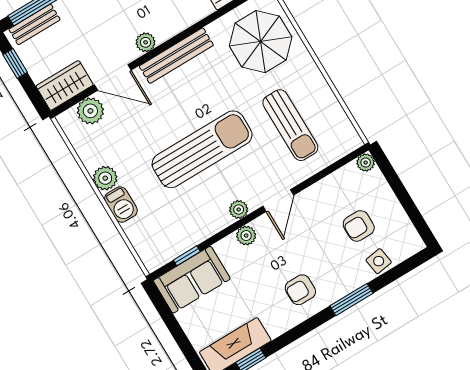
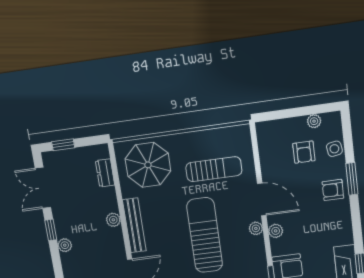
plant: (146, 42) -> (113, 220), moved
plant: (366, 163) -> (314, 121), moved
door: (278, 201) -> (262, 199), width x1.38
armchair: (300, 290) -> (333, 190), moved, turned 90

